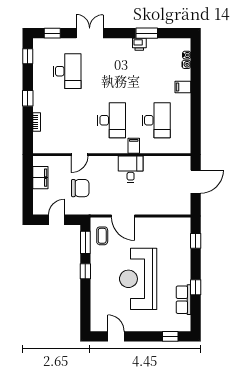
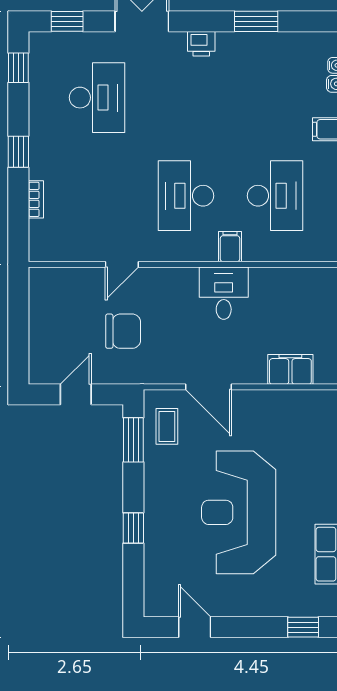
printer: (139, 44) -> (201, 44), moved
desk: (112, 120) -> (186, 196), turned 180
filing cabinet: (40, 178) -> (290, 369), moved, turned -90
window: (85, 271) -> (133, 528), moved

